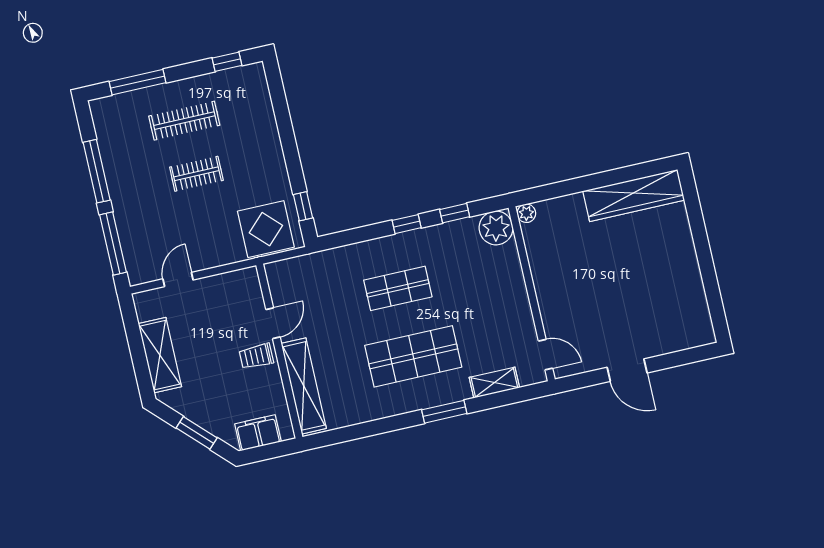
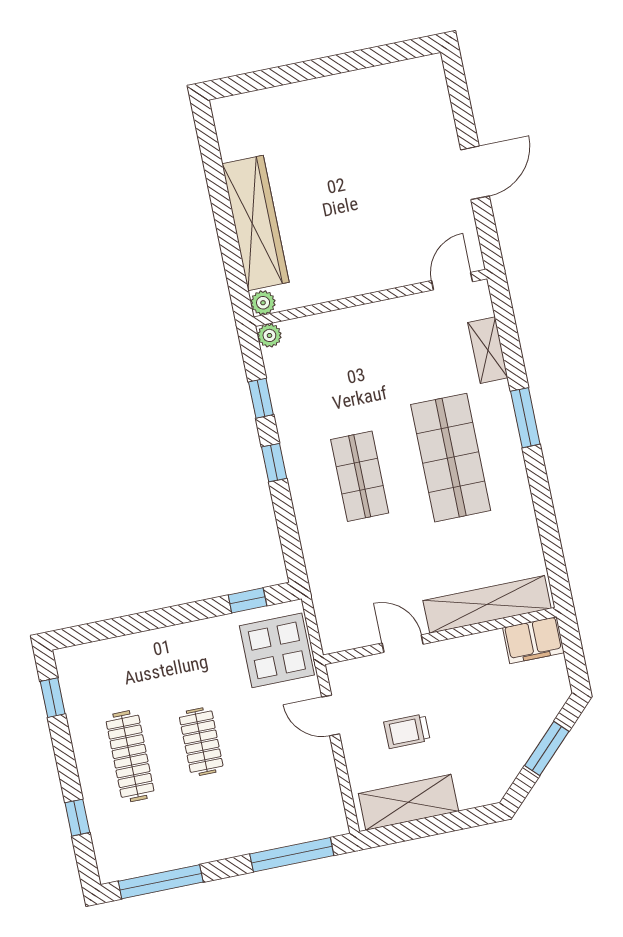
window: (138, 82) -> (77, 818), width x0.46
window: (97, 171) -> (161, 882), moved
wardrobe: (634, 196) -> (256, 223), moved
plant: (496, 228) -> (269, 335), width x0.53, depth x0.53
door: (178, 279) -> (331, 716), moved
shelving: (160, 355) -> (408, 802), moved
trolley: (256, 356) -> (407, 731), moved, turned 90
filing cabinet: (258, 433) -> (533, 640), moved, turned -90

